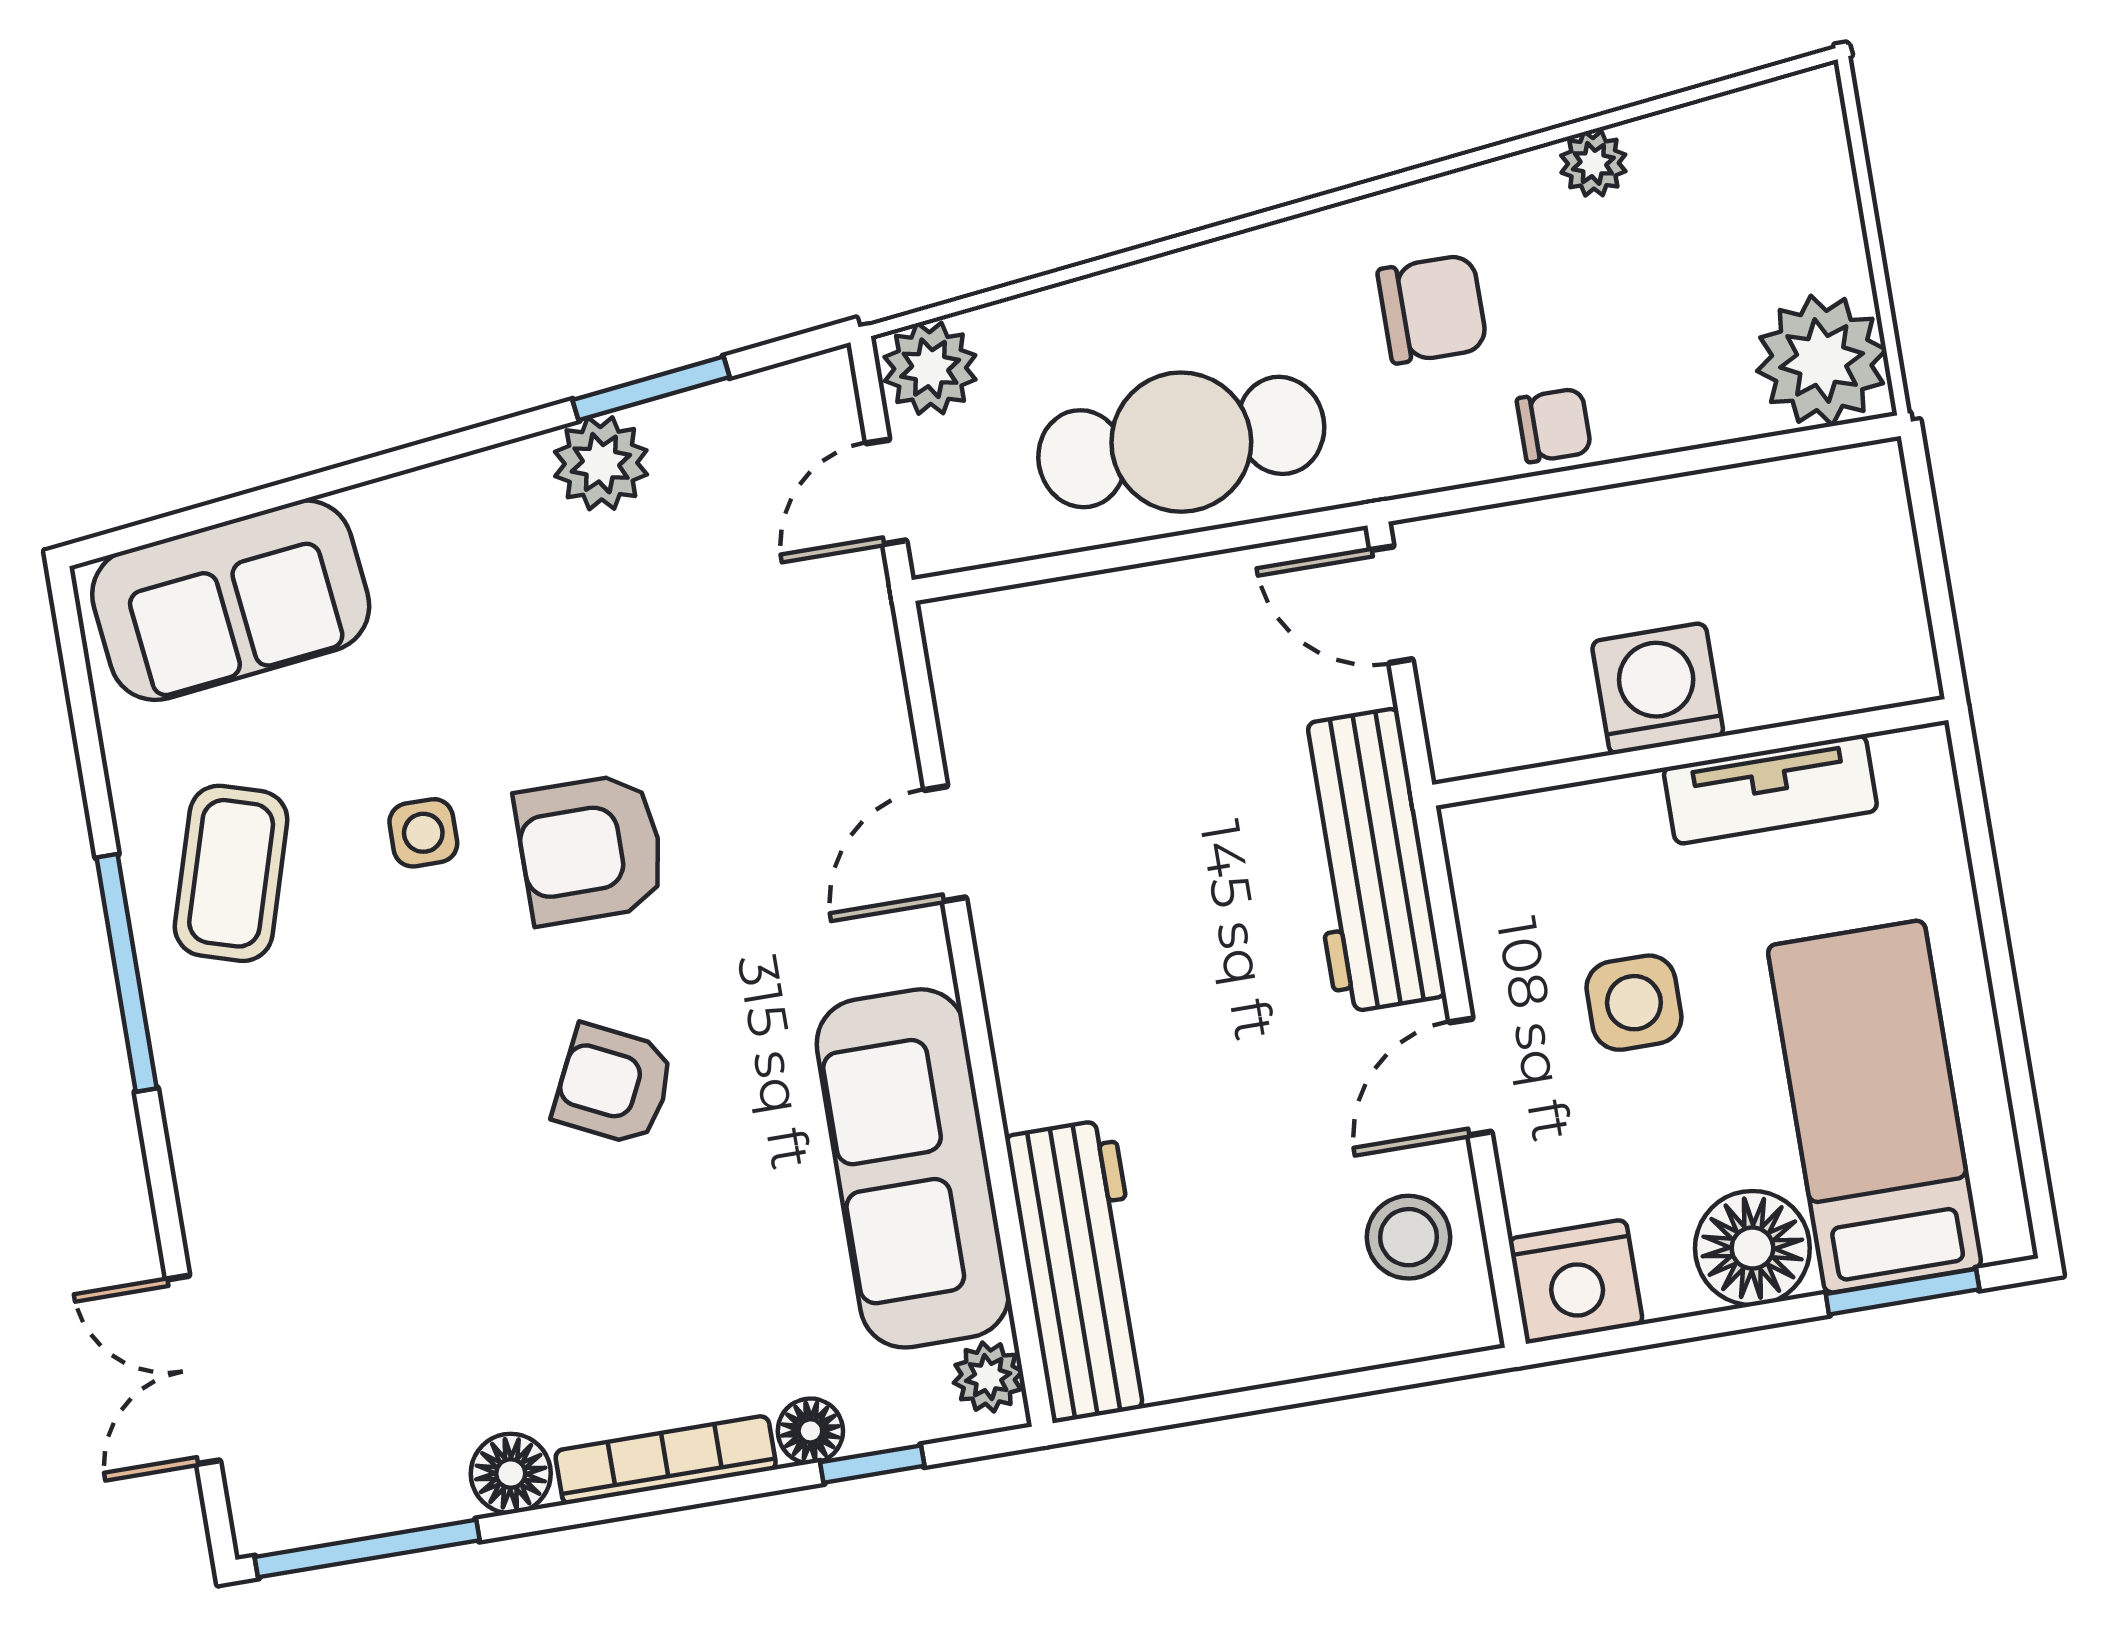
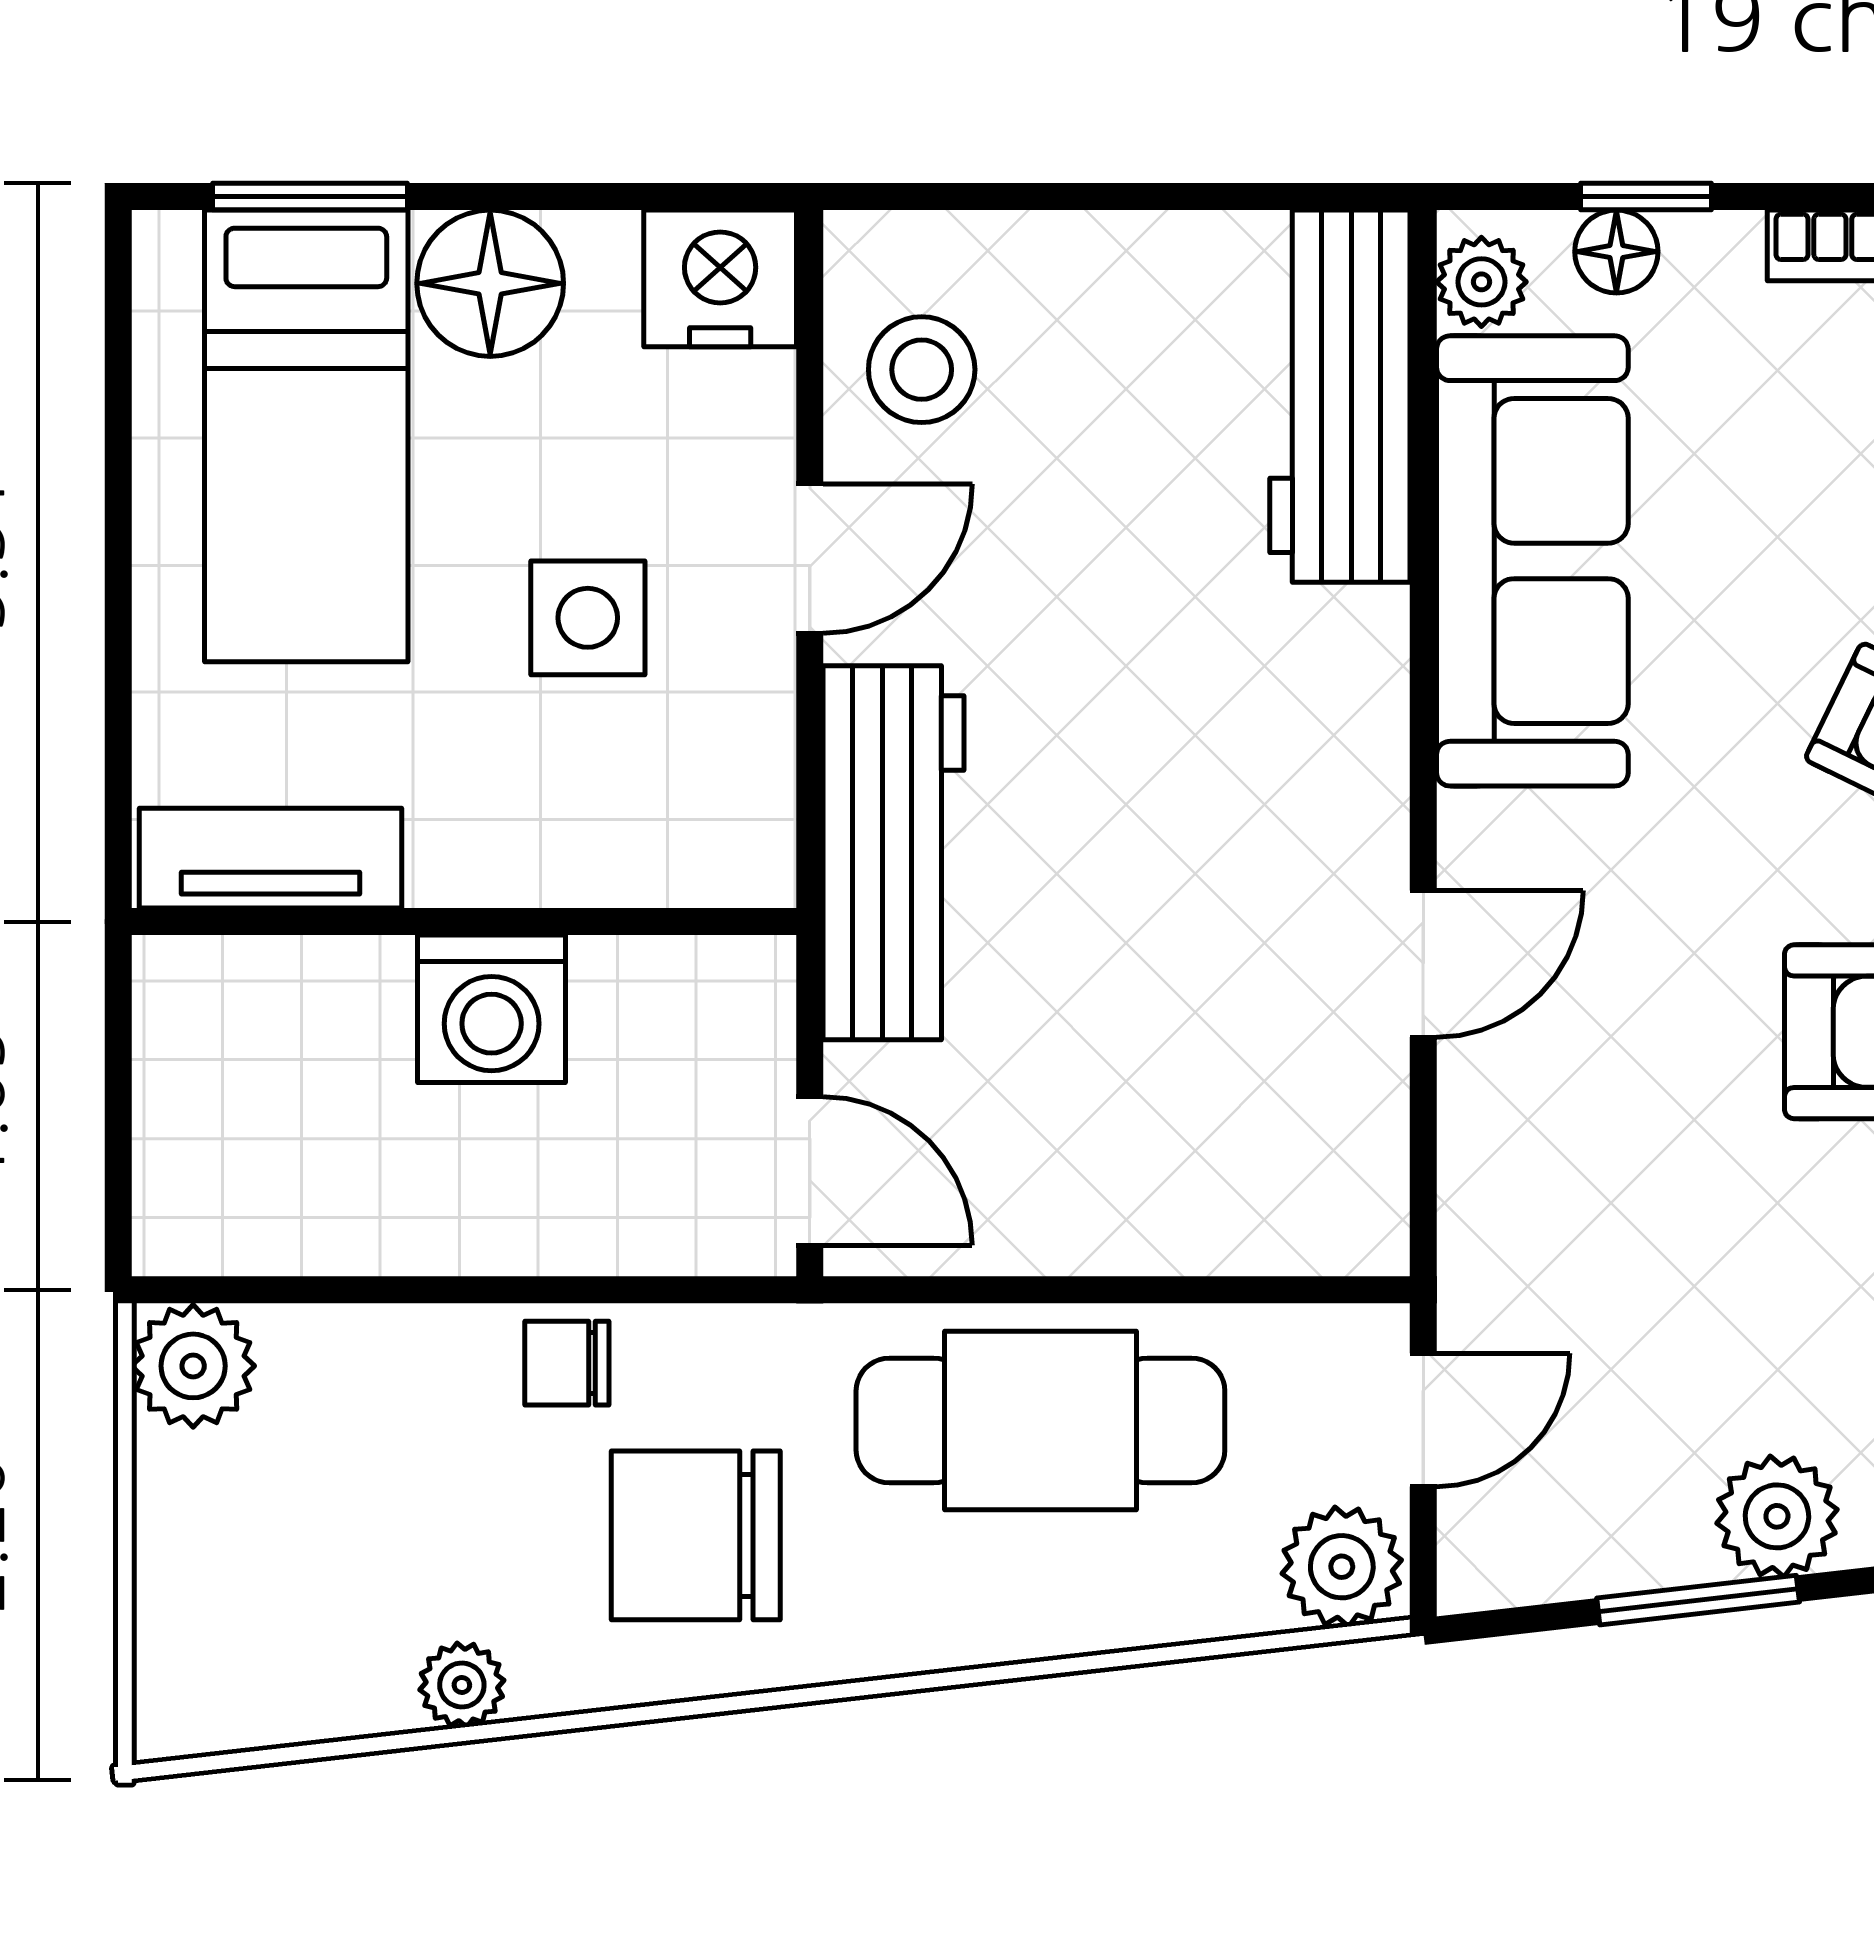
chair: (1432, 309) -> (696, 1535), width x1.37, depth x1.37
plant: (1822, 360) -> (193, 1366), width x0.73, depth x0.73
tv unit: (1770, 789) -> (271, 858), moved
floor lamp: (810, 1431) -> (1616, 252), moved

